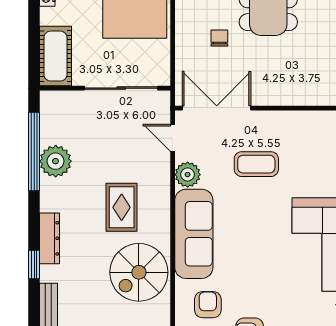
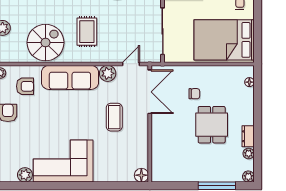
rug: (122, 207) -> (87, 32), turned 90
spiral stairs: (139, 272) -> (45, 43), turned 90

